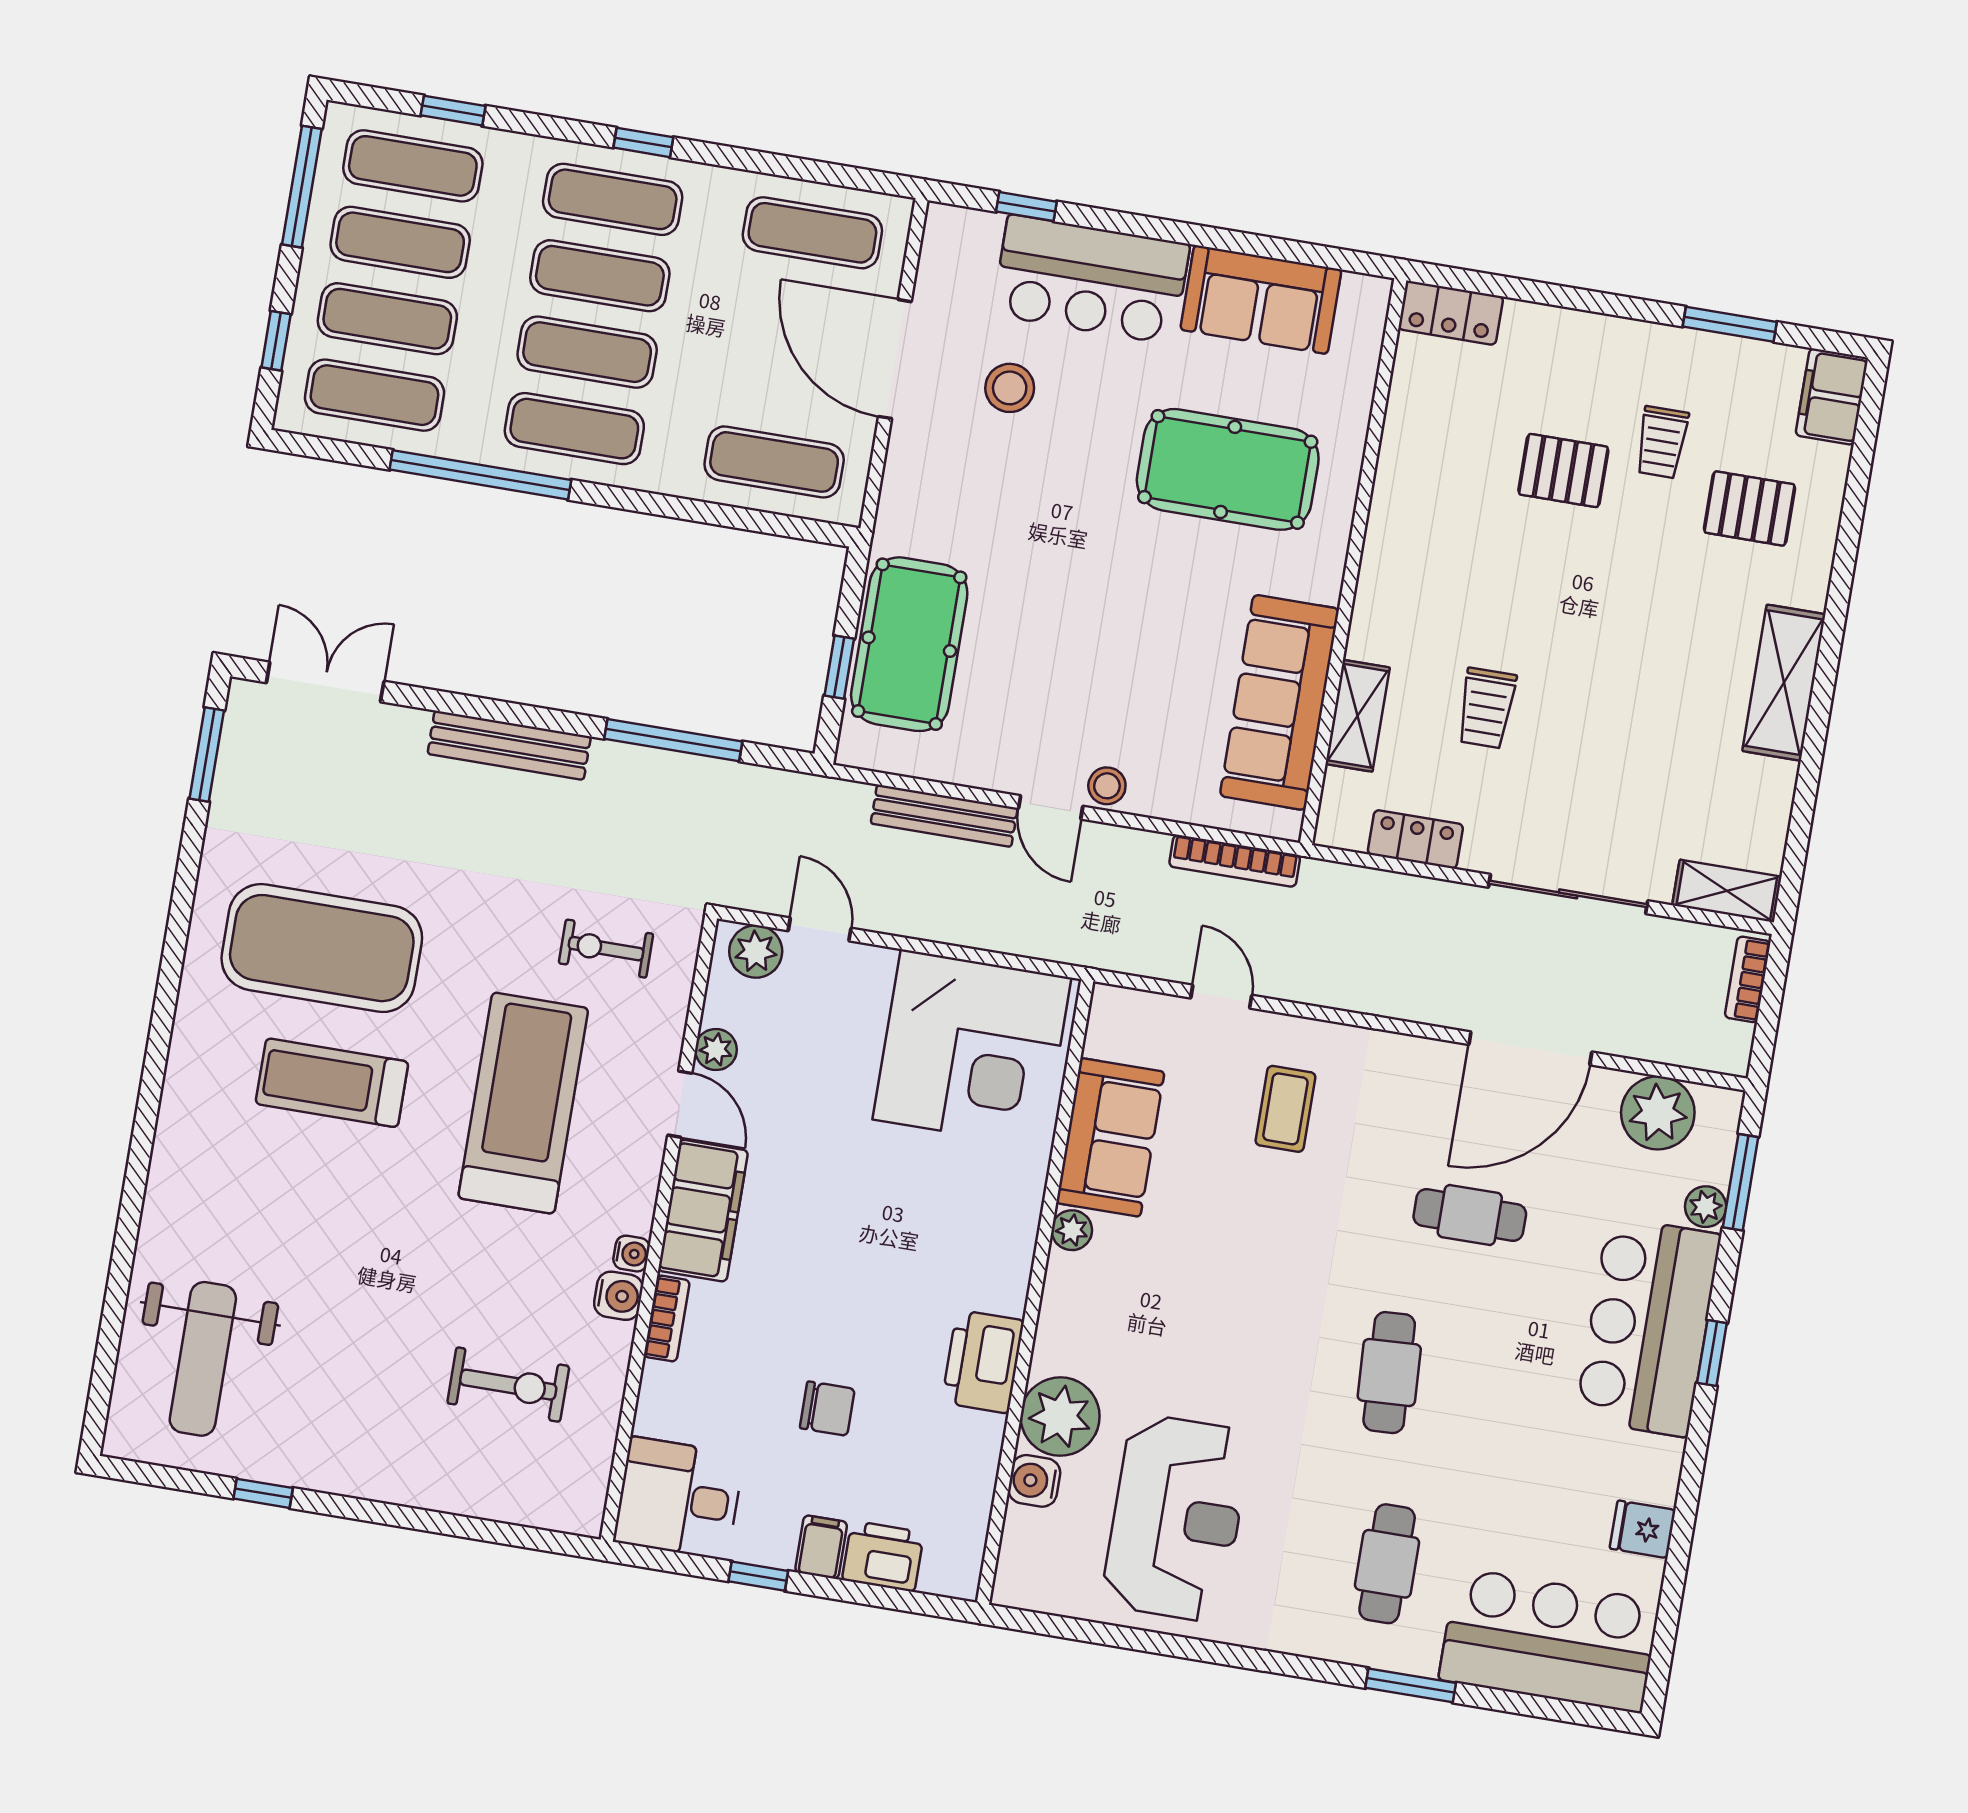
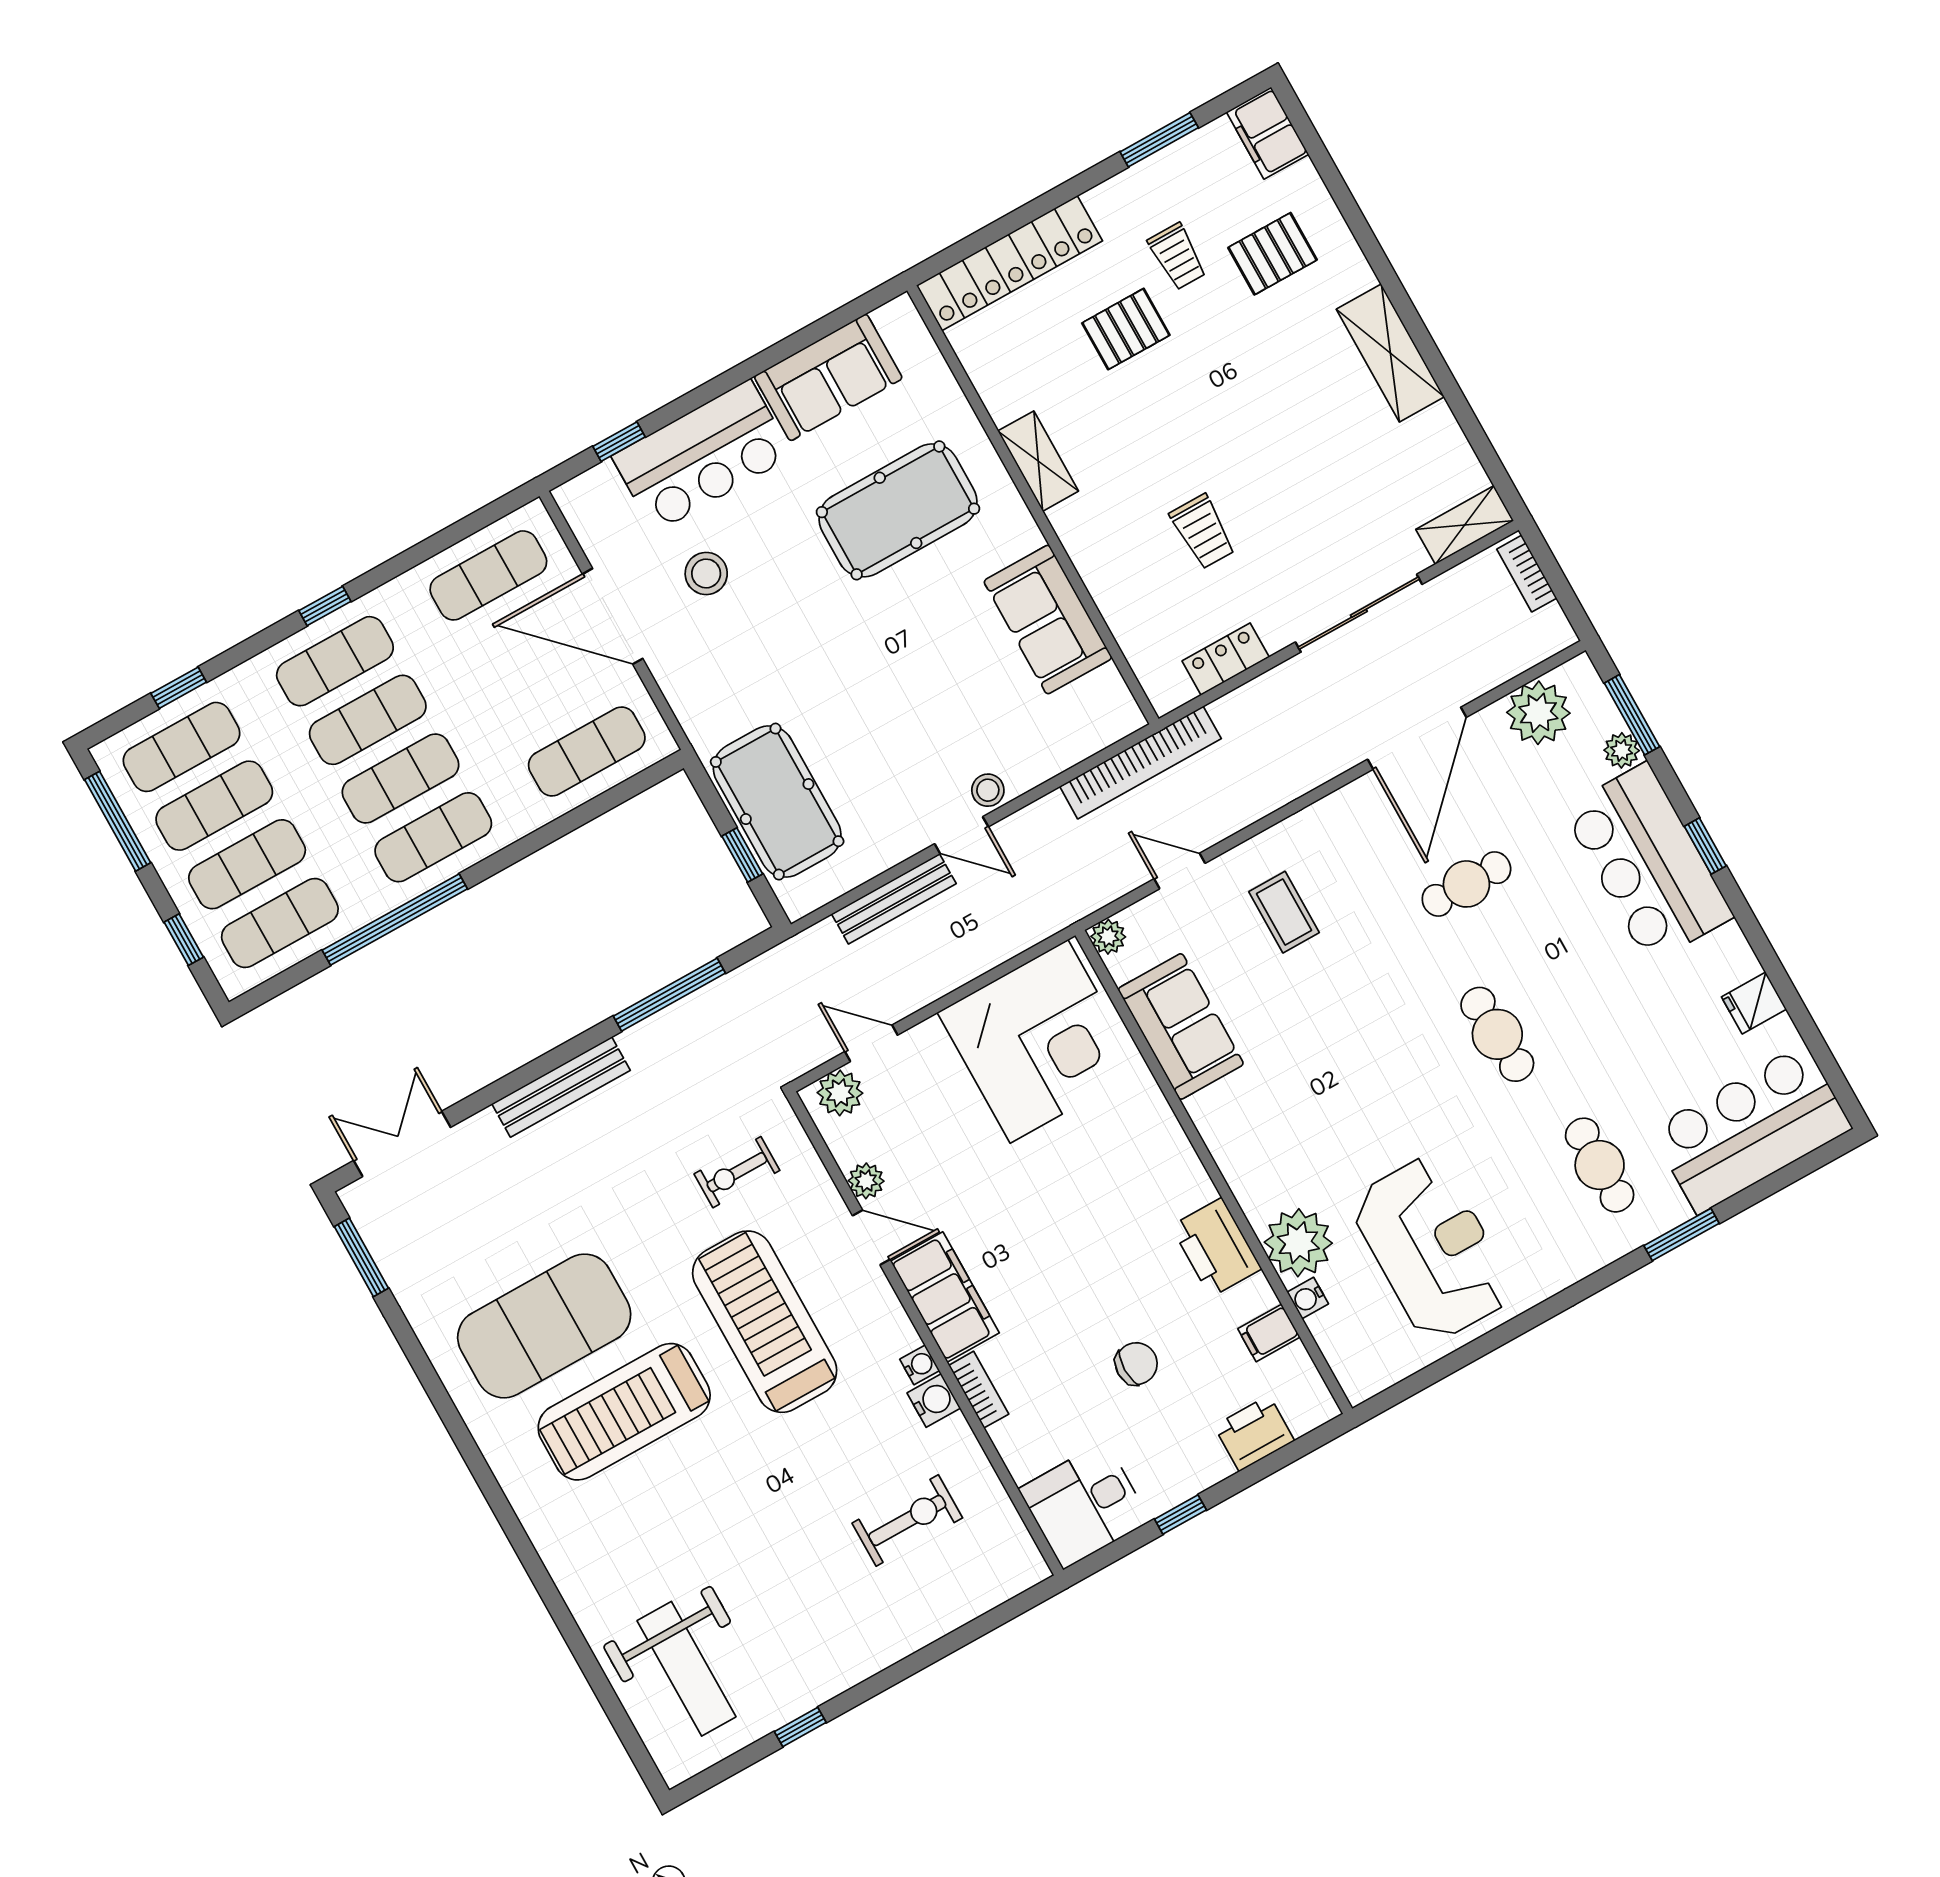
locker: (1451, 313) -> (1009, 263), width x2.16, depth x1.21
sofa: (1279, 702) -> (1048, 620), width x0.73
shelving: (1358, 716) -> (1038, 461), moved
bookcase: (1235, 861) -> (1140, 763), width x1.48, depth x1.31
treadmill: (332, 1083) -> (624, 1412), width x1.37, depth x1.38
plant: (1072, 1230) -> (1108, 937), moved
water cooler: (1034, 1481) -> (1308, 1298), width x0.72, depth x0.72
filing cabinet: (821, 1547) -> (1269, 1333), moved, turned -90

